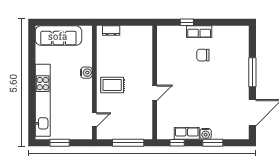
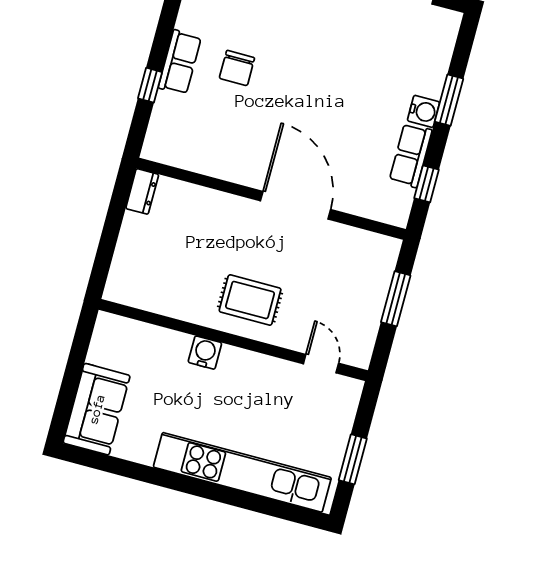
dresser: (111, 31) -> (142, 191), moved
sofa: (58, 36) -> (97, 409), width x0.73
rug: (112, 85) -> (250, 300), turned 90
door: (155, 93) -> (295, 205), width x1.88
window: (128, 143) -> (396, 299), width x0.69

